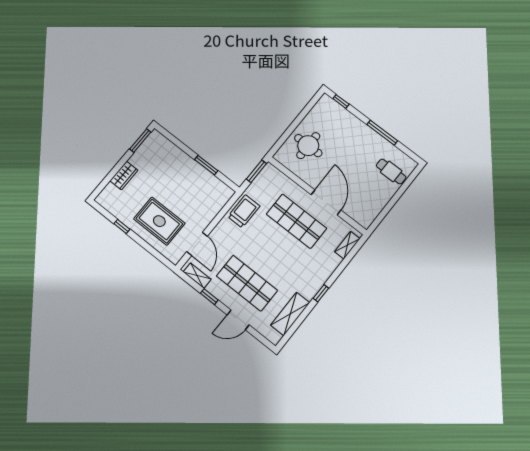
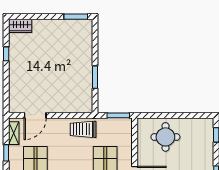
wardrobe: (124, 175) -> (20, 26), moved
trolley: (244, 211) -> (83, 129), turned 180
rug: (159, 221) -> (30, 77), removed

